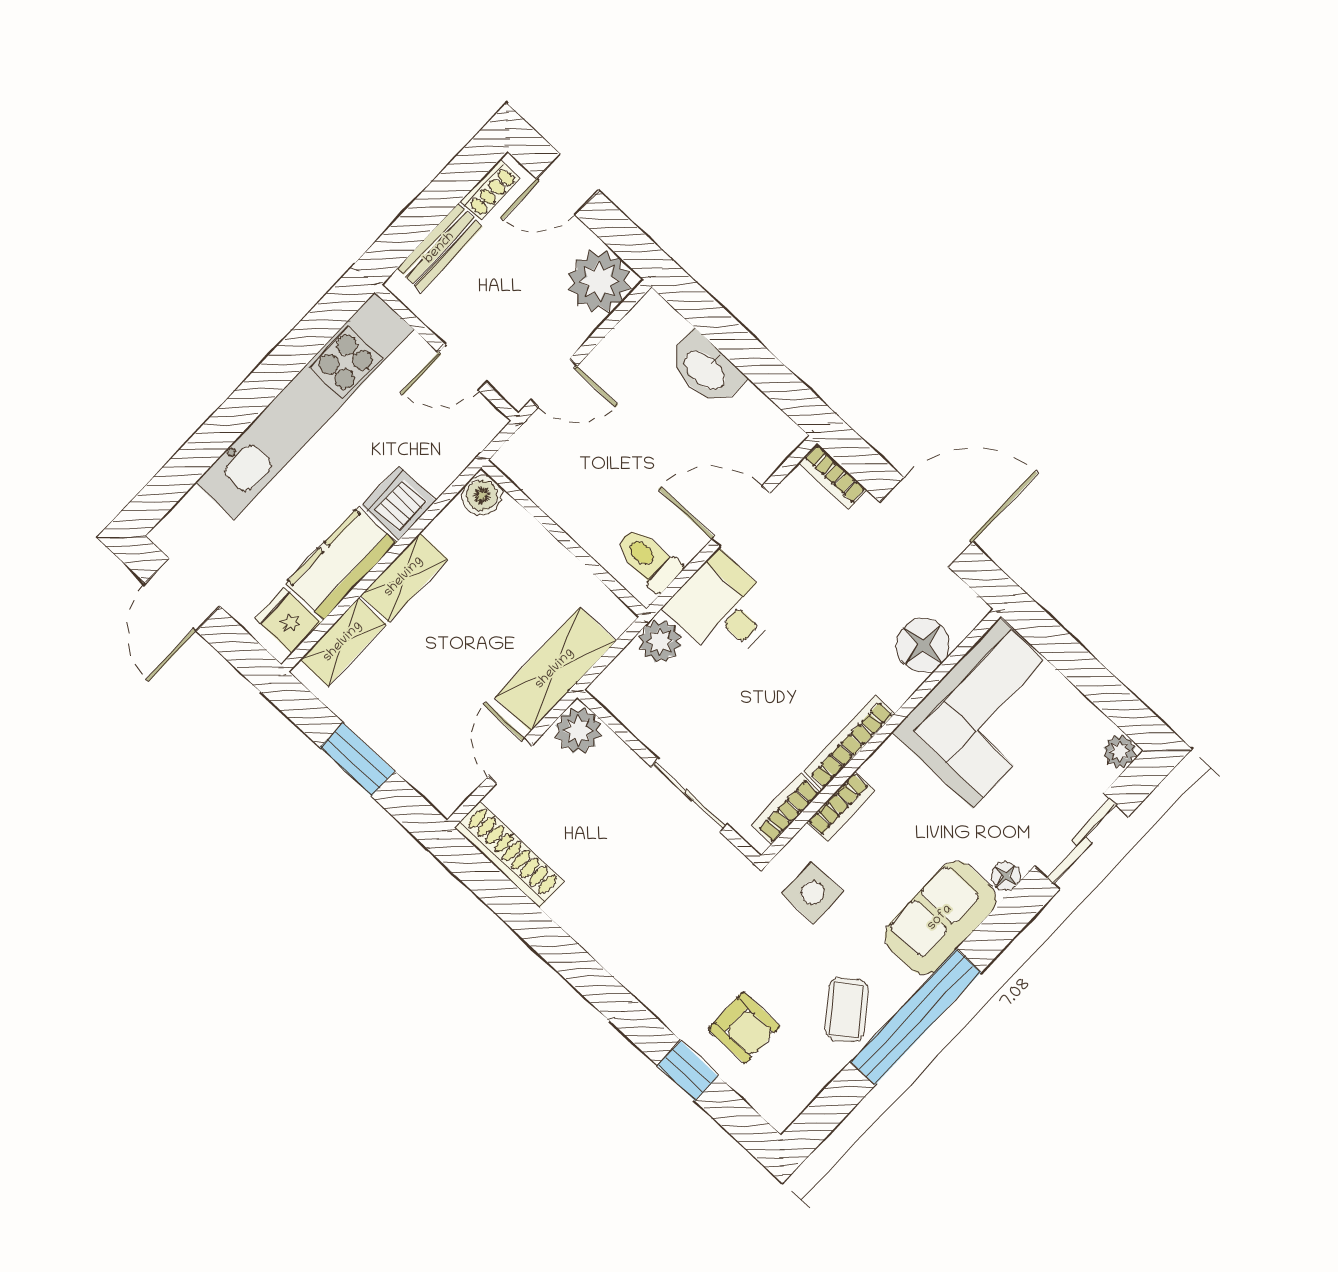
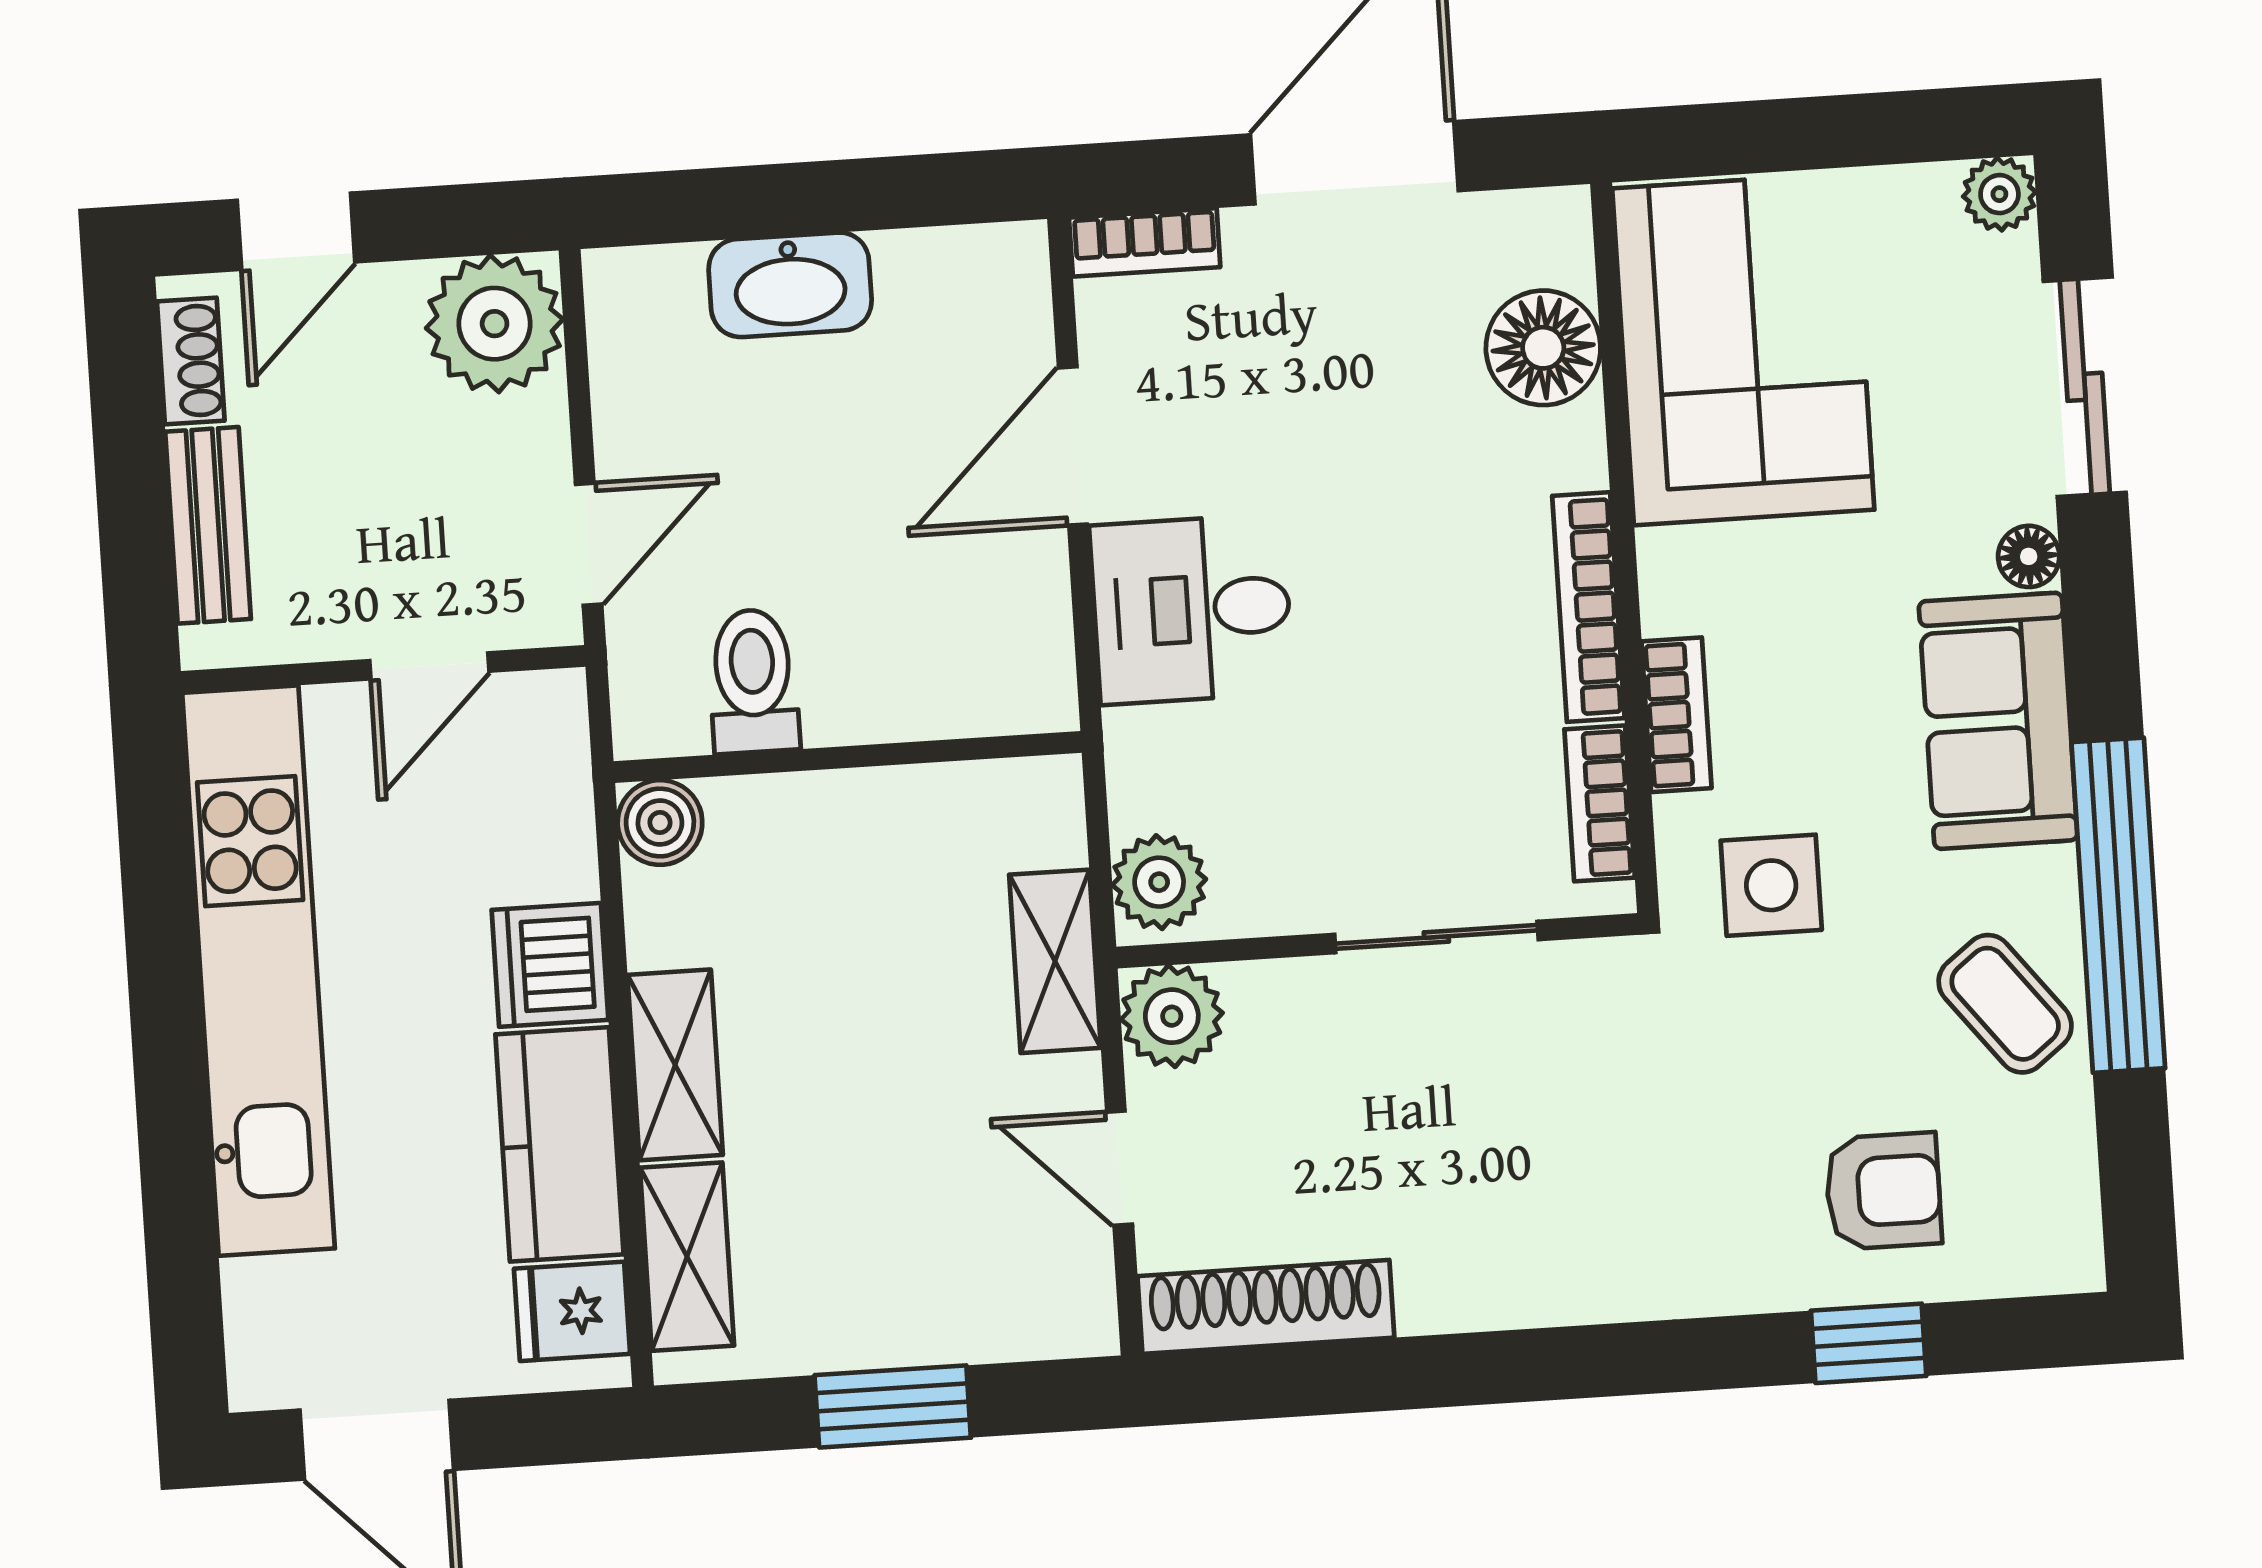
toilet: (648, 559) -> (753, 681), moved, turned 90
plant: (660, 641) -> (1159, 882), moved
shelving: (555, 669) -> (1055, 961), width x0.67, depth x0.75

